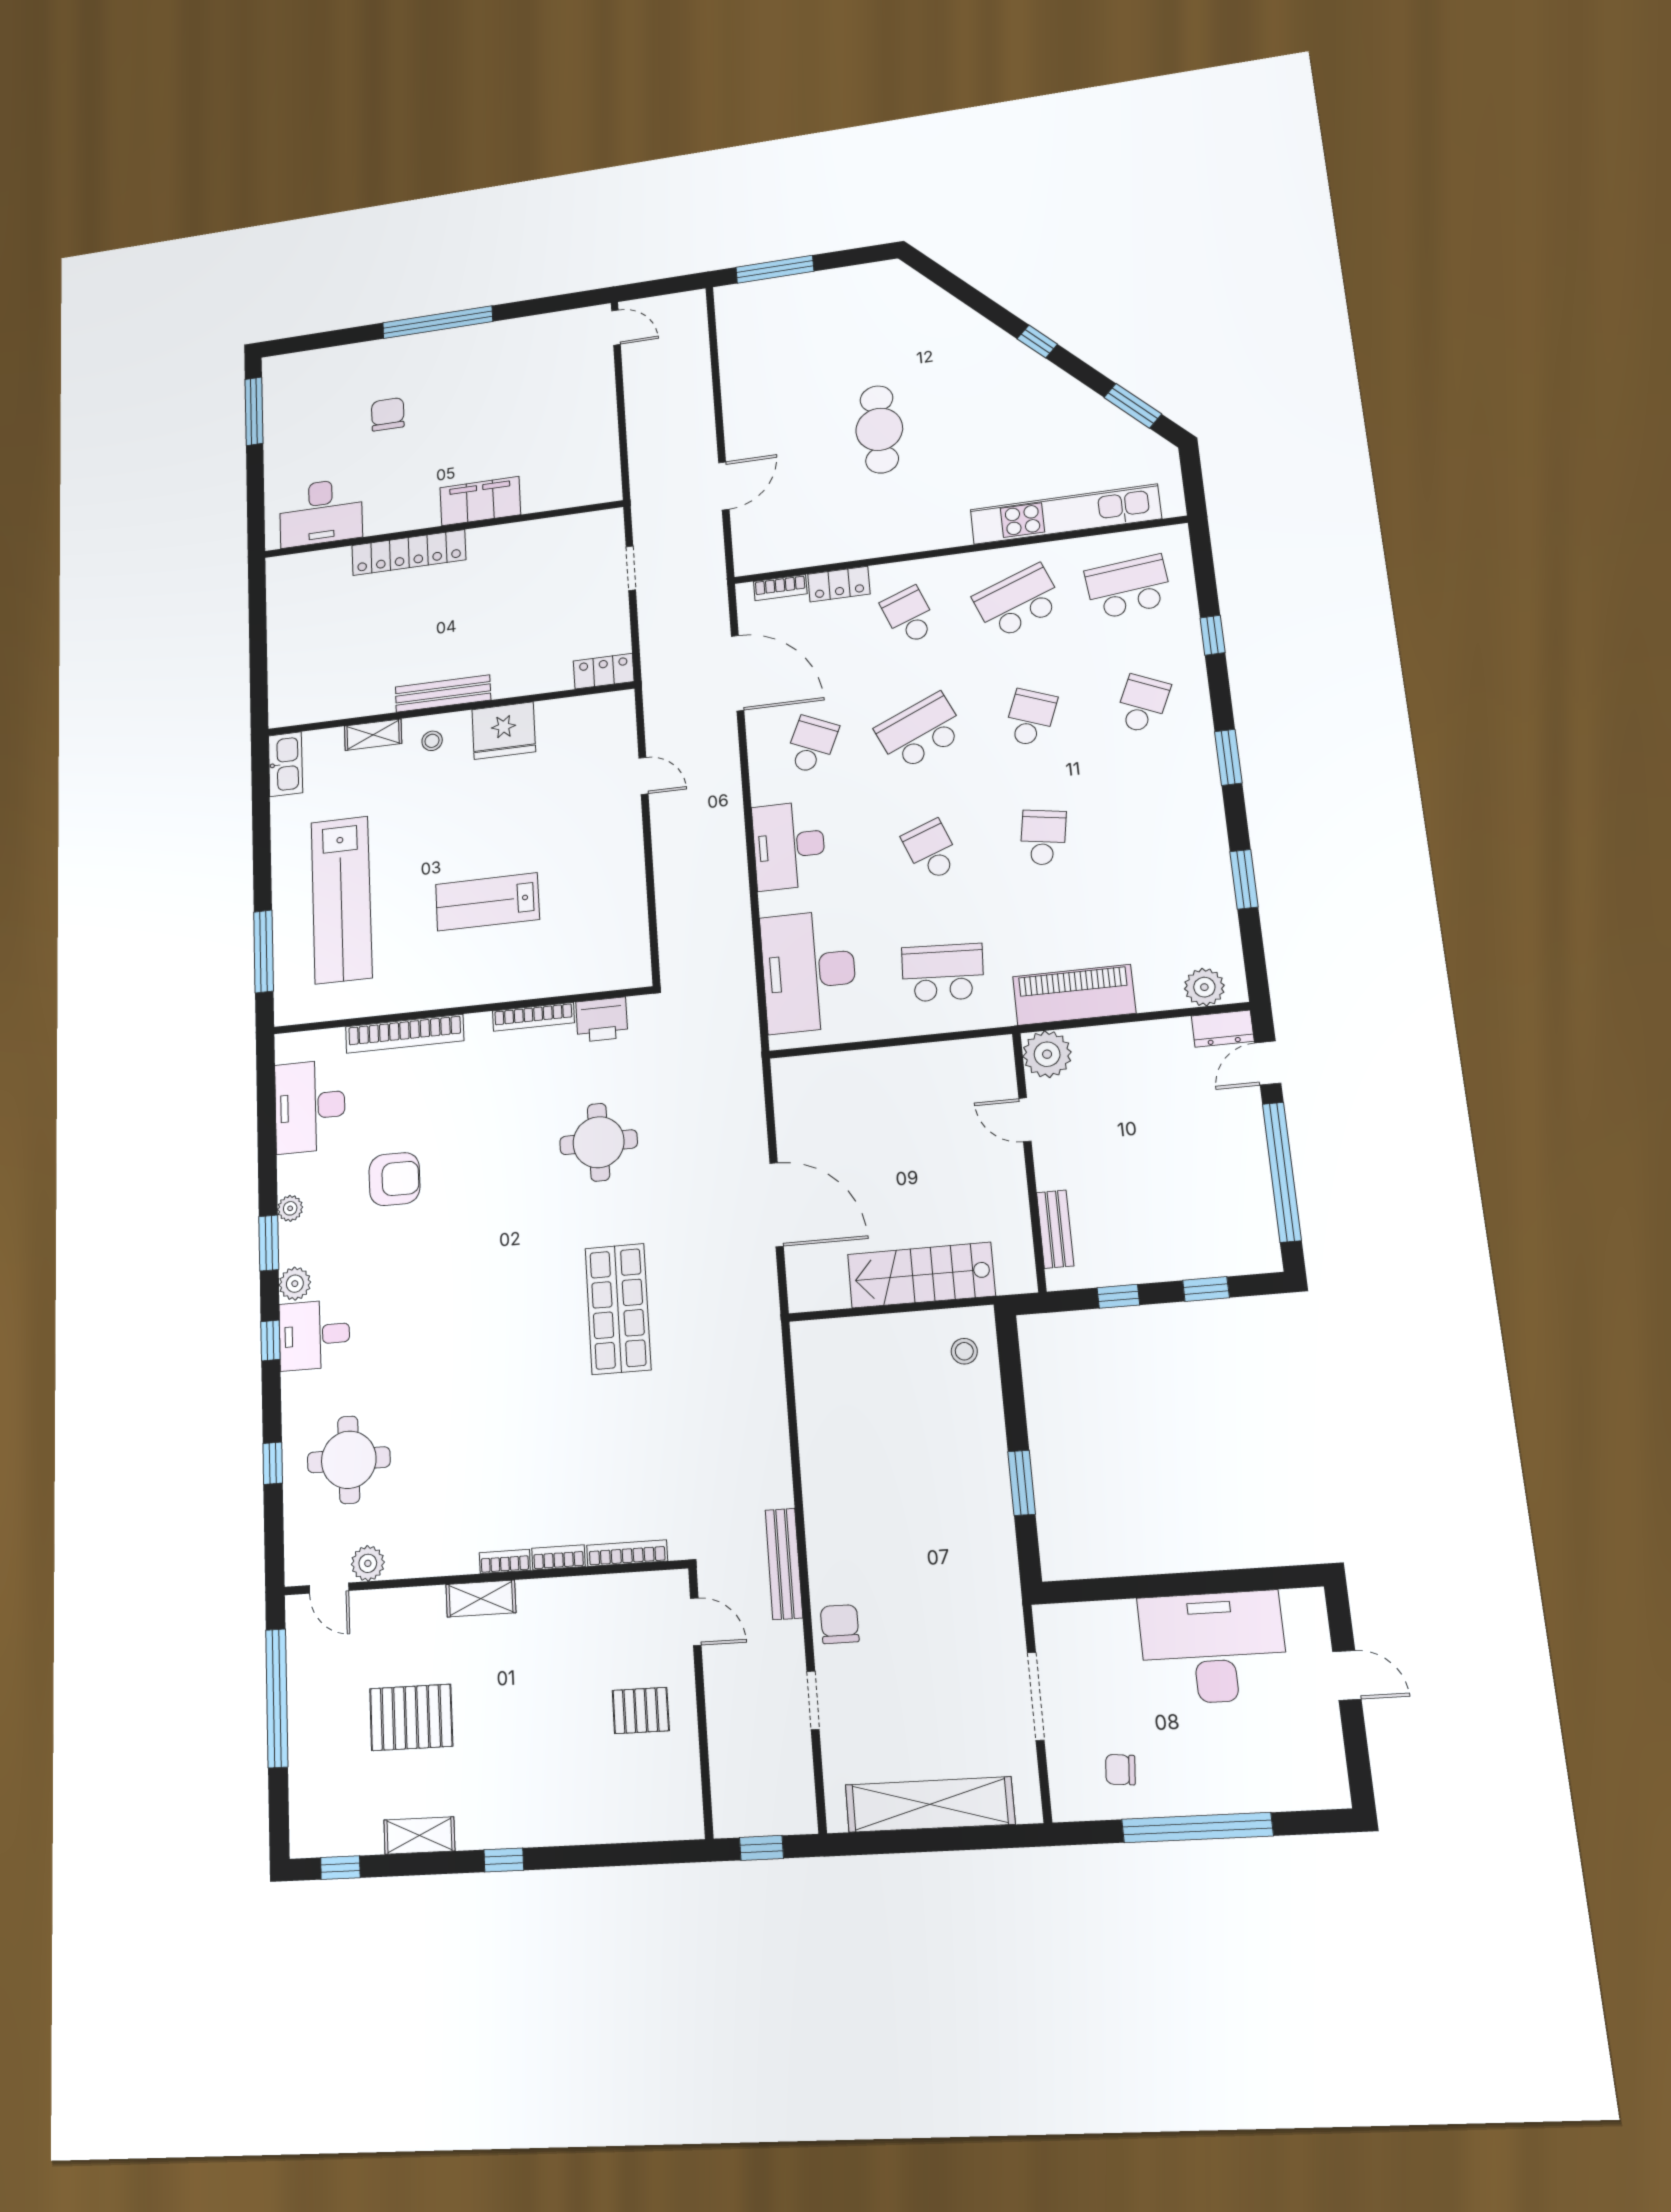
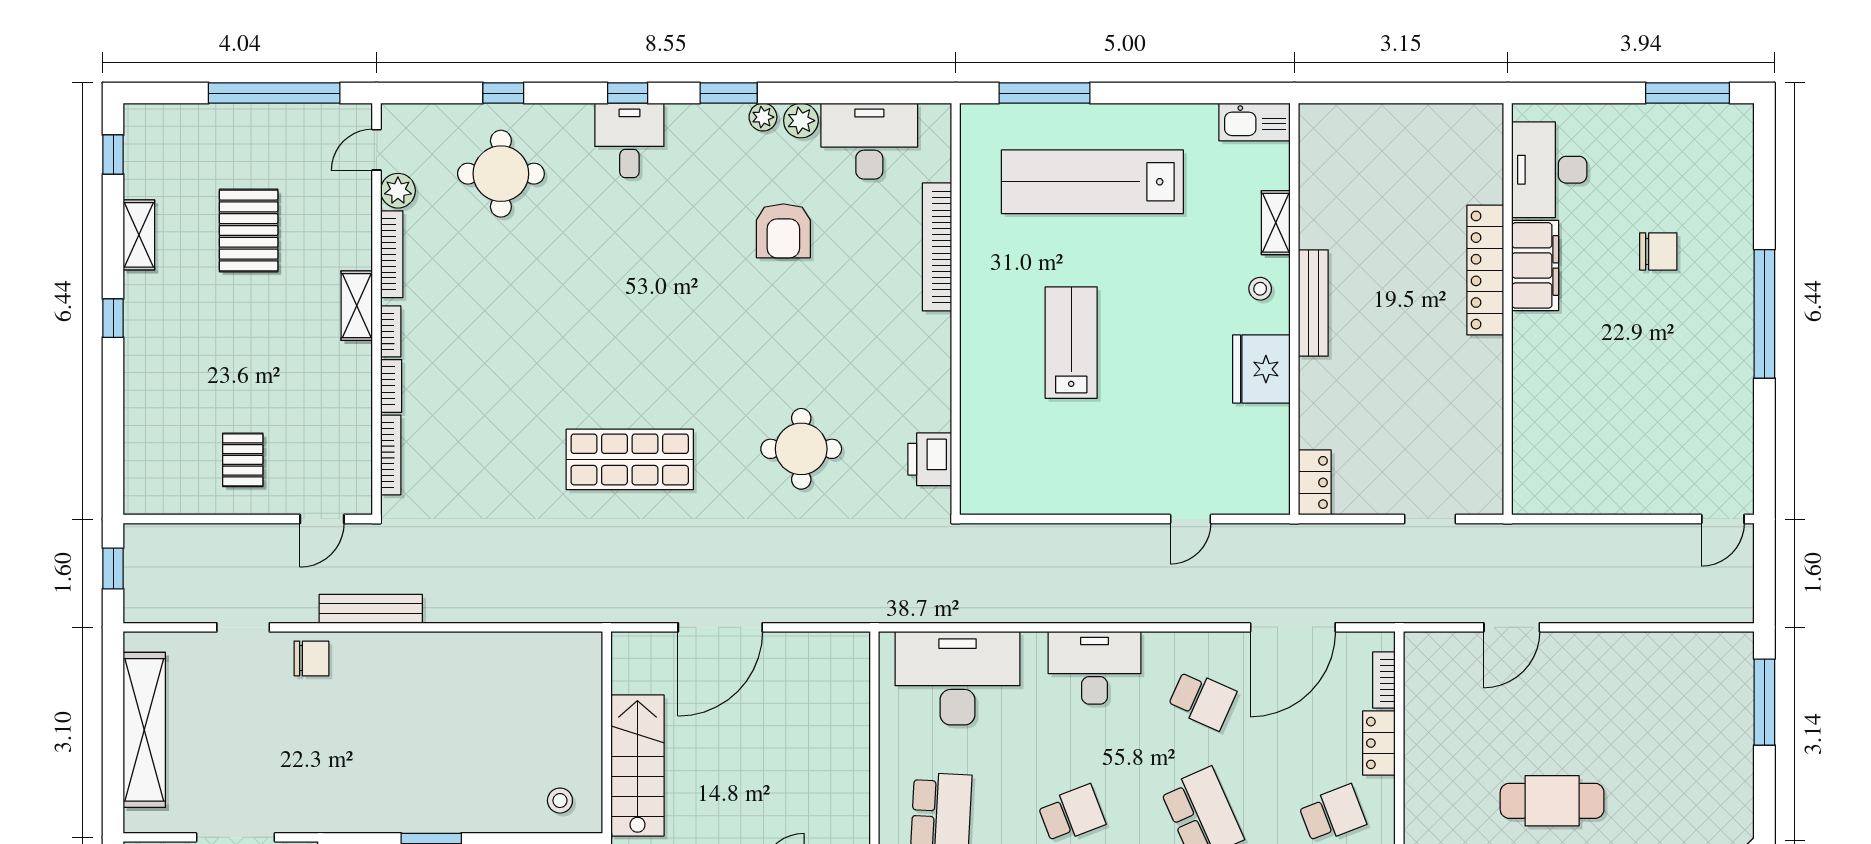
door: (724, 486) -> (1512, 627), hinge flipped
filing cabinet: (480, 501) -> (1535, 265), moved
bookcase: (533, 1017) -> (392, 254), moved, turned 180
plant: (295, 1284) -> (801, 121), moved

